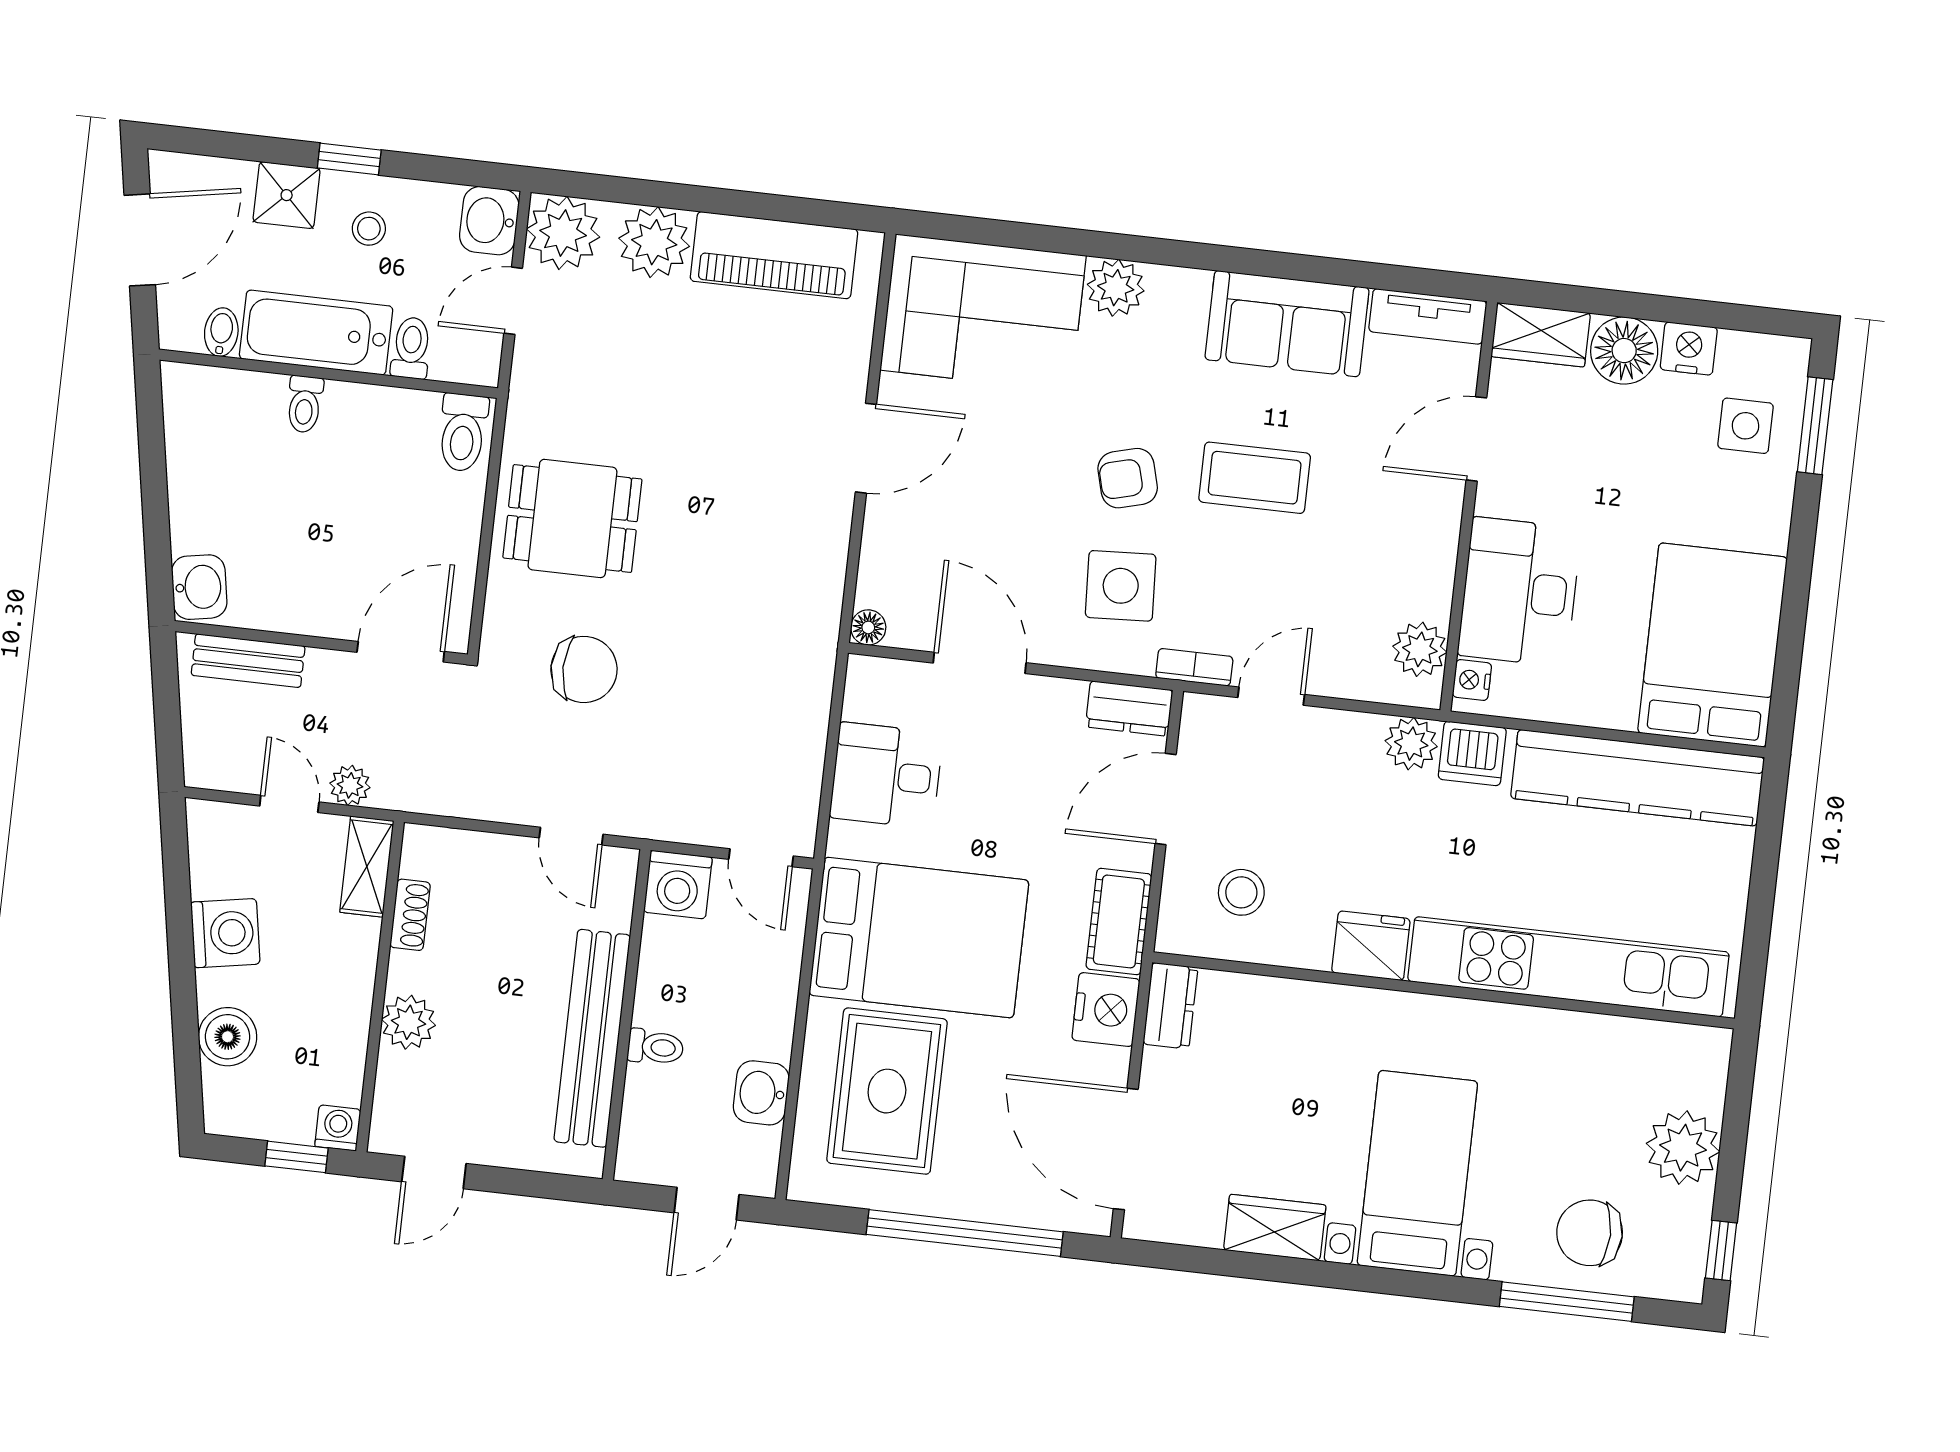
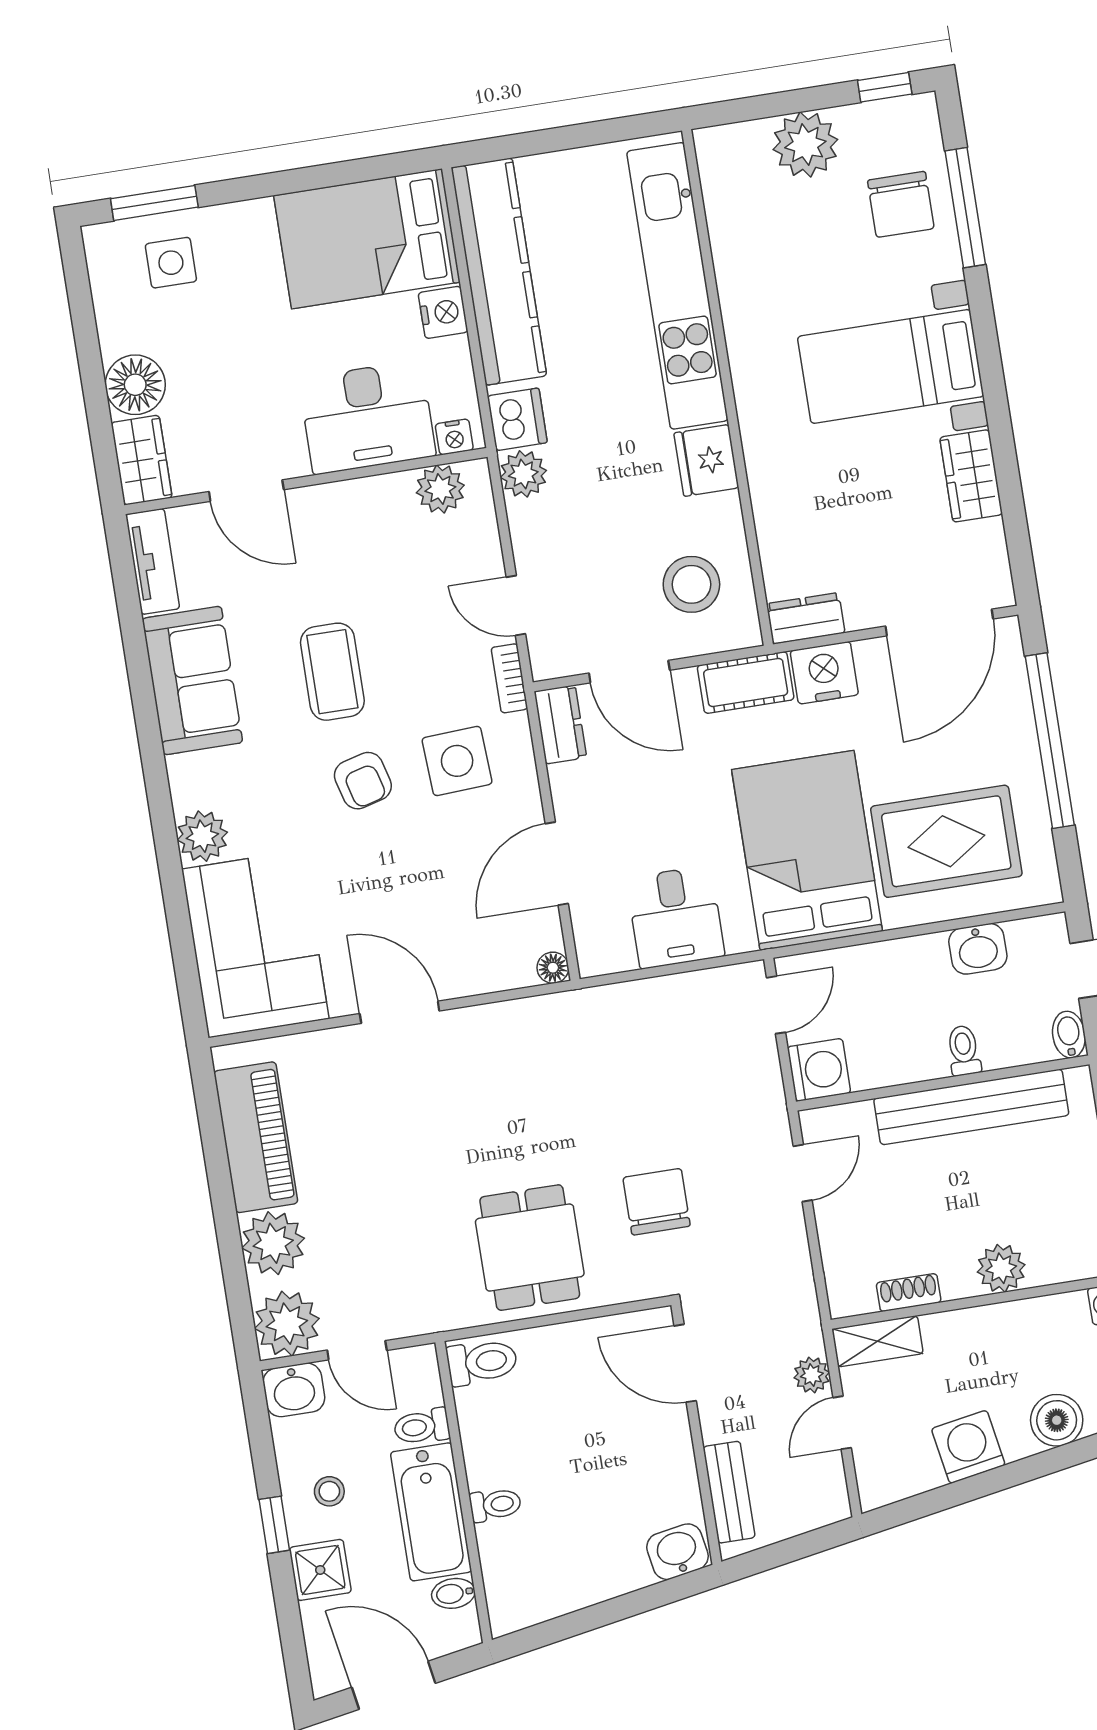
nightstand: (1689, 348) -> (443, 312), moved, turned 180
stool: (1241, 892) -> (691, 584), width x1.38, depth x1.38
bidet: (641, 1166) -> (1069, 1035), added

